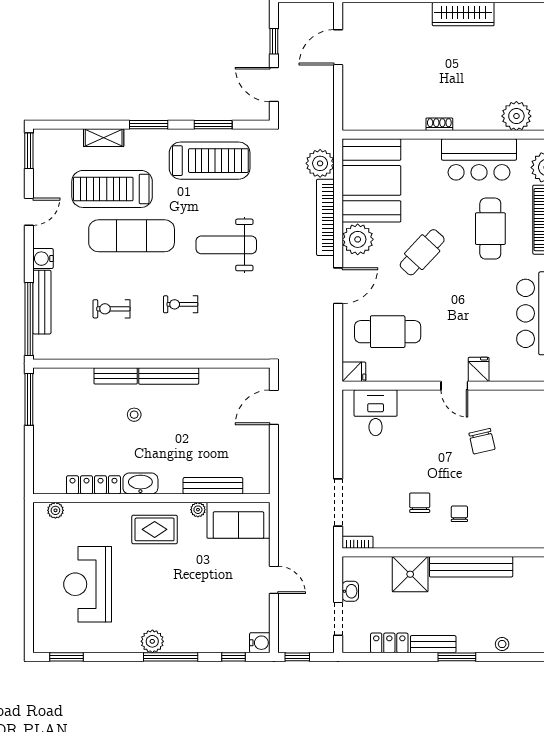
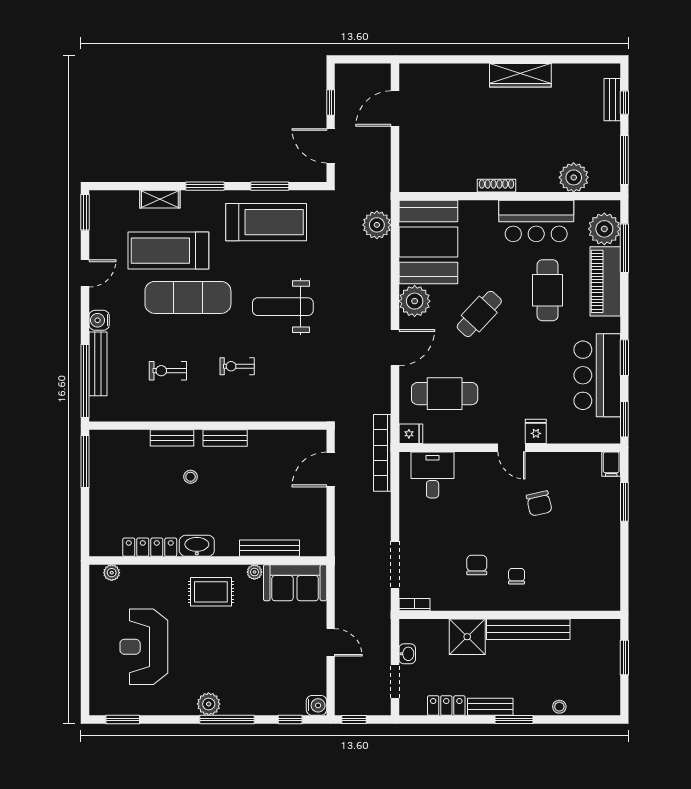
shoe rack: (439, 124) -> (496, 186), width x1.43
bookcase: (325, 217) -> (382, 453), moved
bench: (169, 376) -> (225, 438), width x0.73

